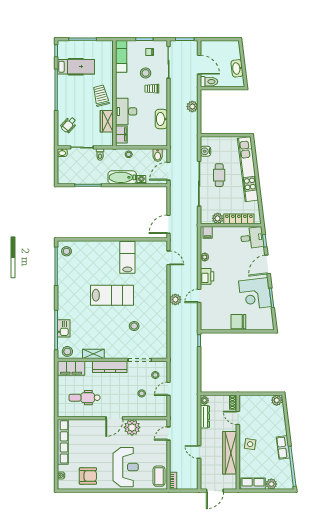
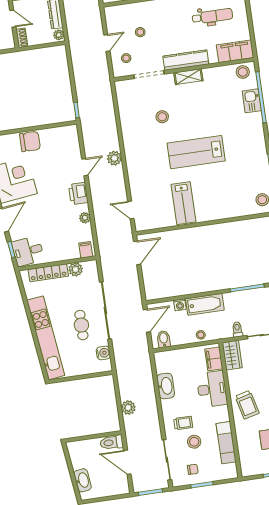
exam couch: (121, 56) -> (226, 443), moved
washbasin: (237, 68) -> (83, 480), moved
wardrobe: (107, 121) -> (232, 355), moved
shelving: (93, 354) -> (188, 77), moved

